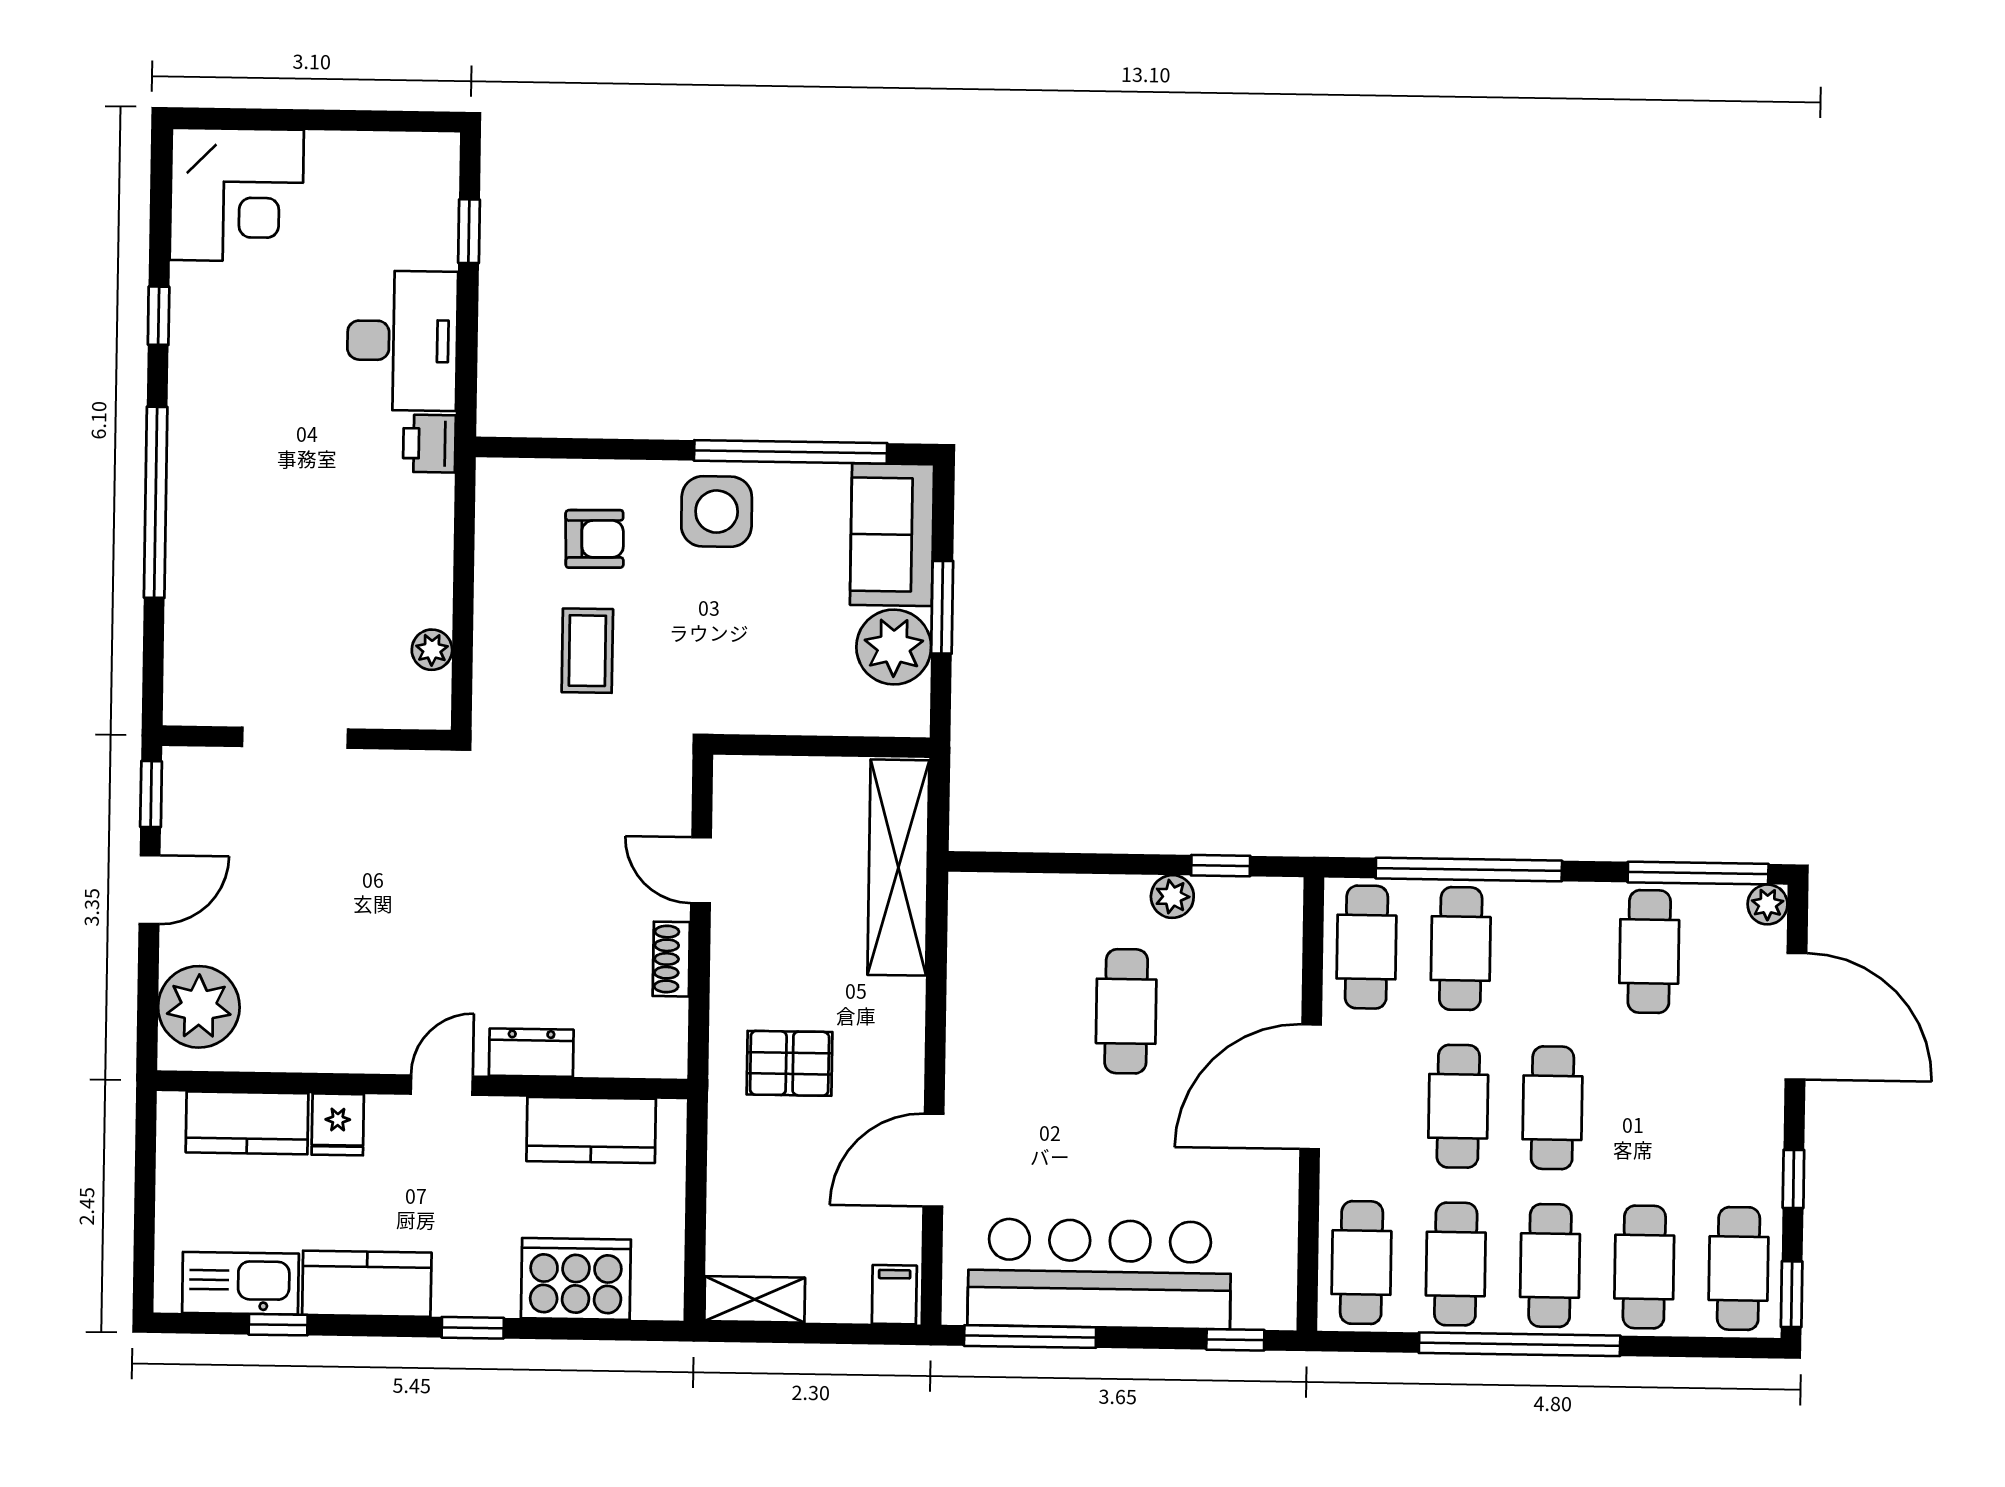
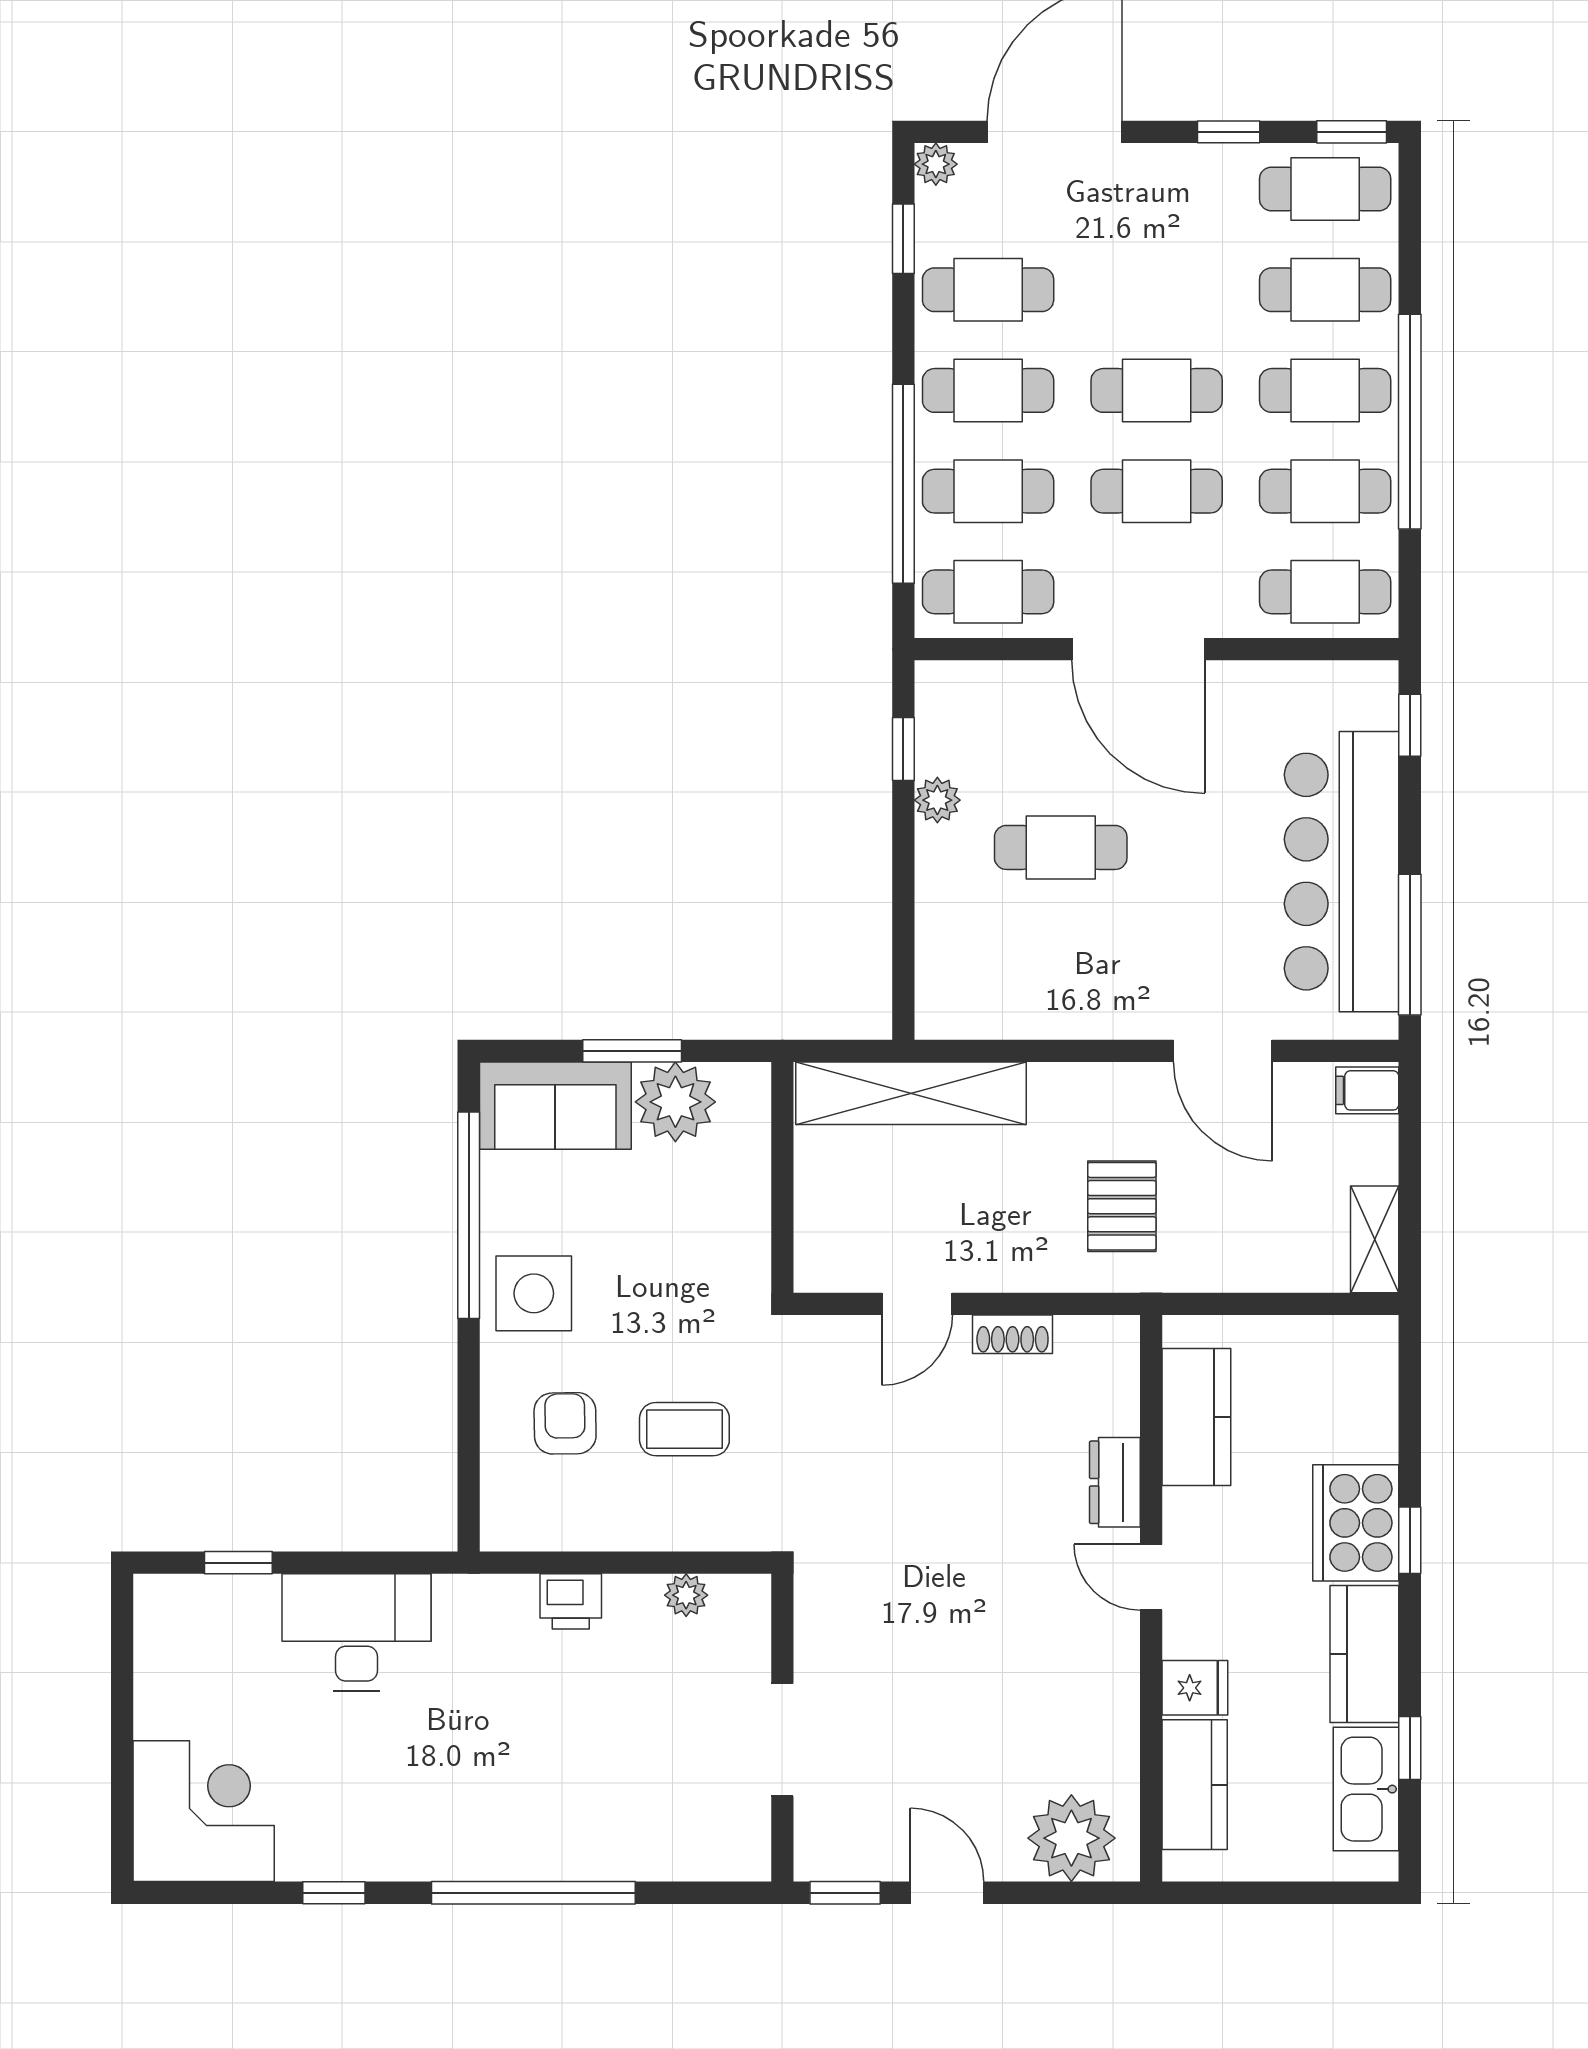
printer: (429, 444) -> (571, 1601), moved
window: (1698, 873) -> (903, 239), width x0.46
cafe table: (1555, 950) -> (988, 390), added
cooker: (576, 1279) -> (1356, 1523), moved

